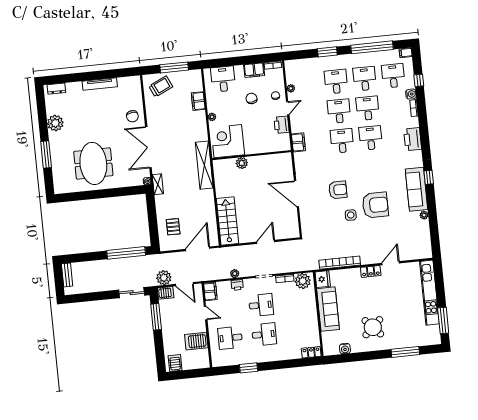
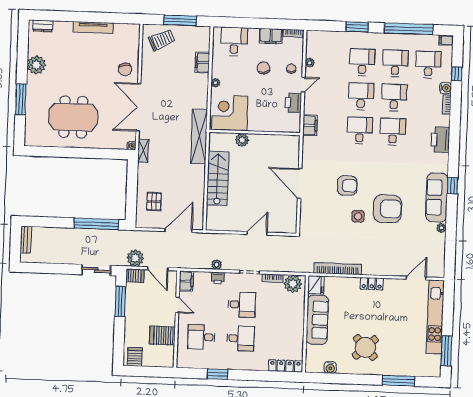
meeting table: (93, 163) -> (73, 117), turned 90
stairs: (227, 221) -> (218, 178), moved
door: (391, 263) -> (416, 278), moved
locker: (311, 352) -> (285, 366), width x1.53

